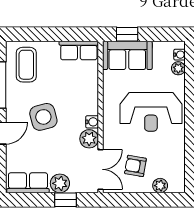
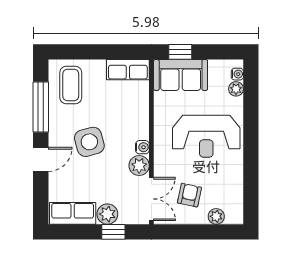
armchair: (135, 166) -> (189, 195), turned 92

